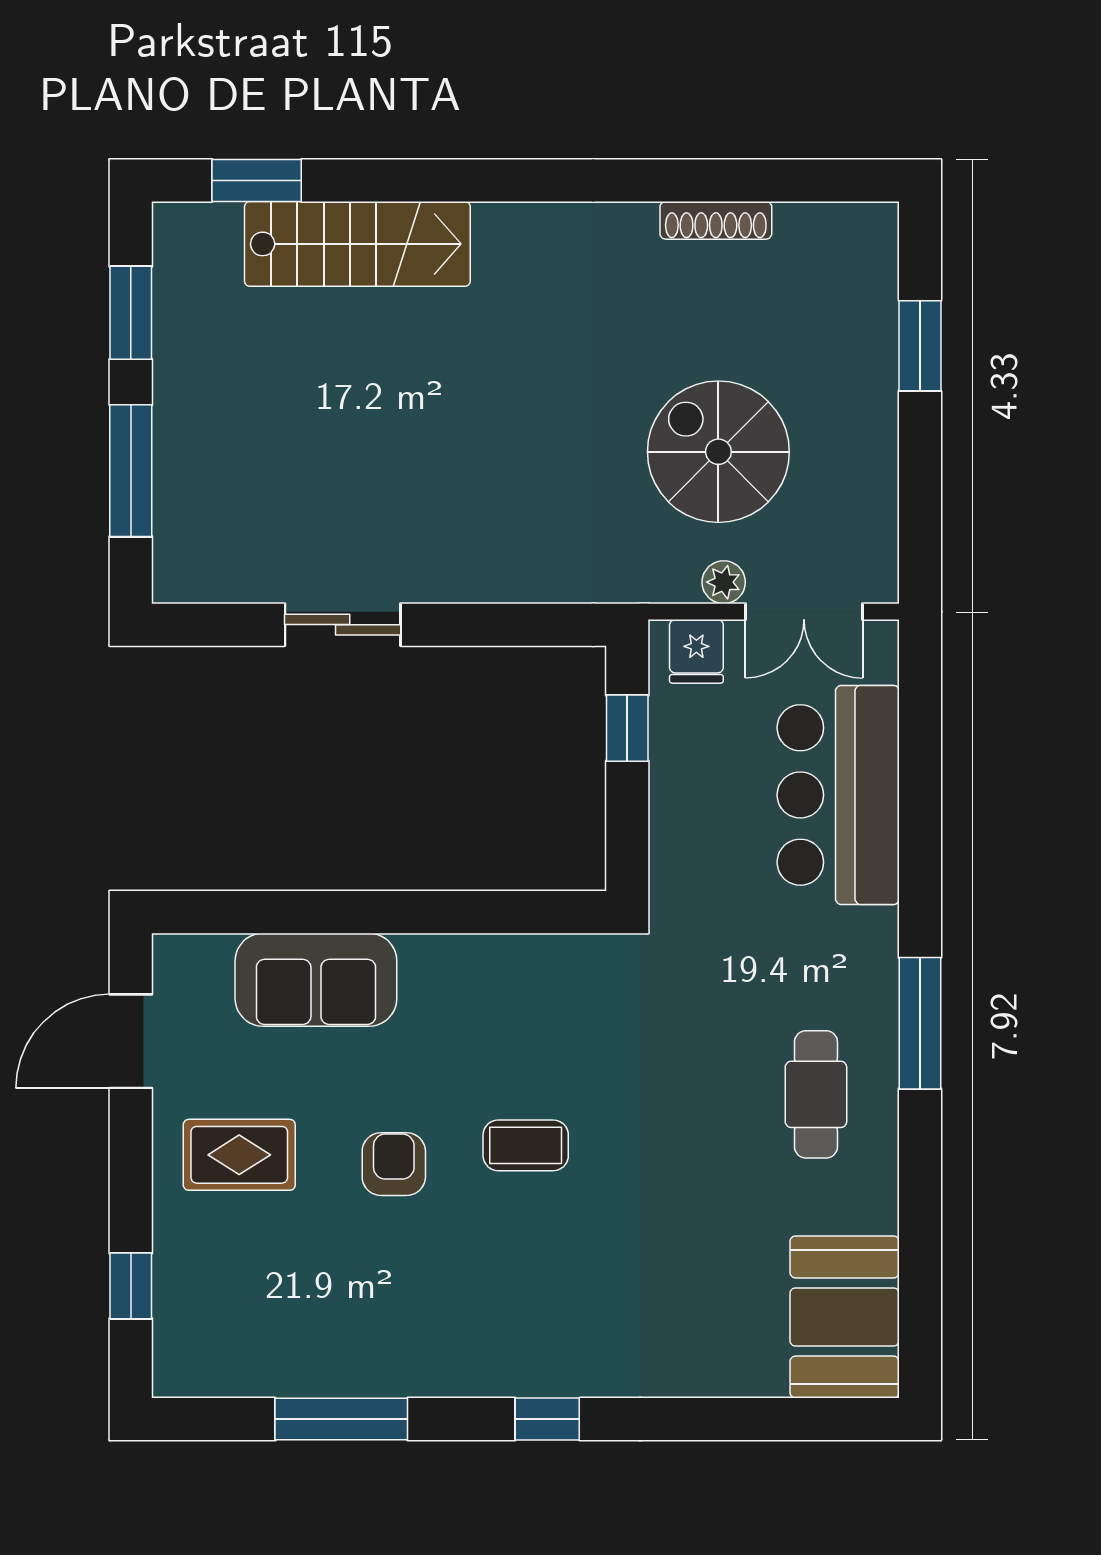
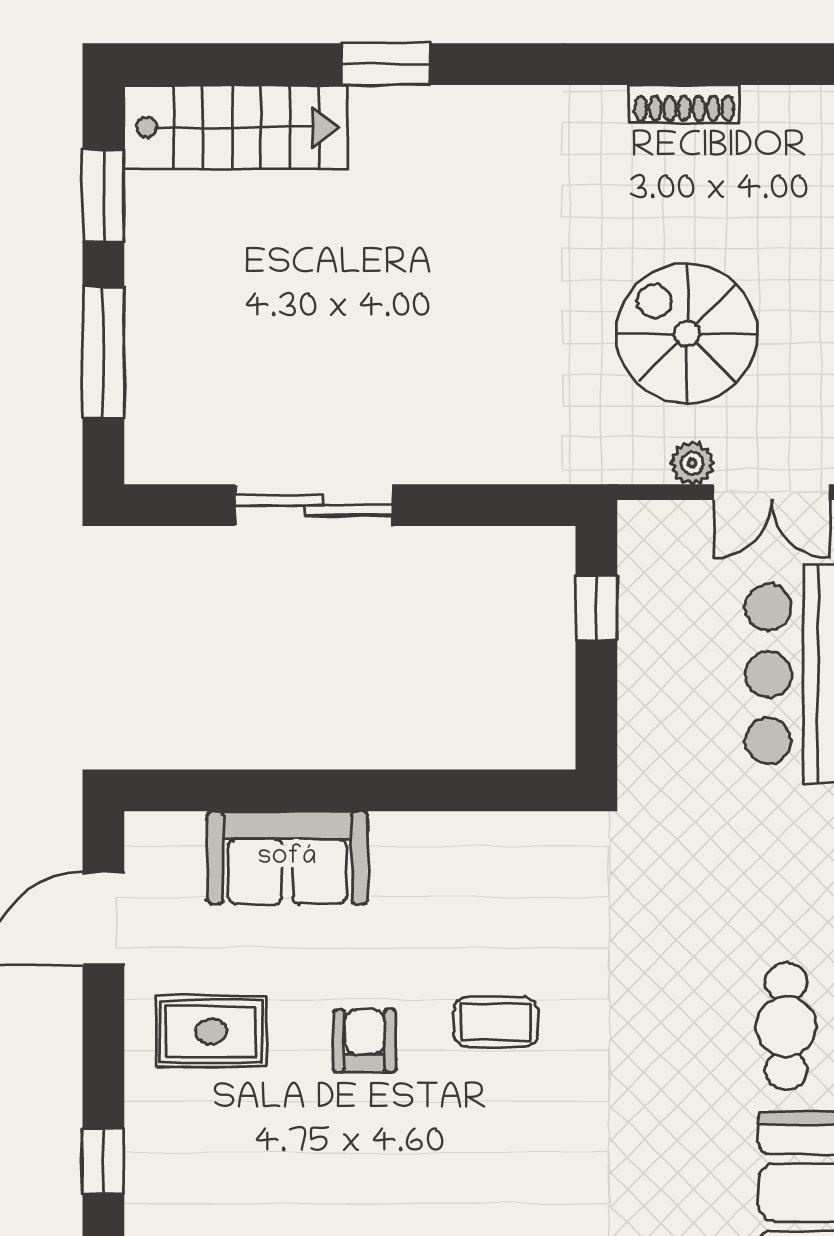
window: (257, 180) -> (386, 64), moved
stairs: (357, 244) -> (236, 127), moved
sliding door: (343, 625) -> (314, 505), width x1.37
fridge: (696, 651) -> (665, 532), removed
cafe table: (816, 1094) -> (786, 1026), moved

